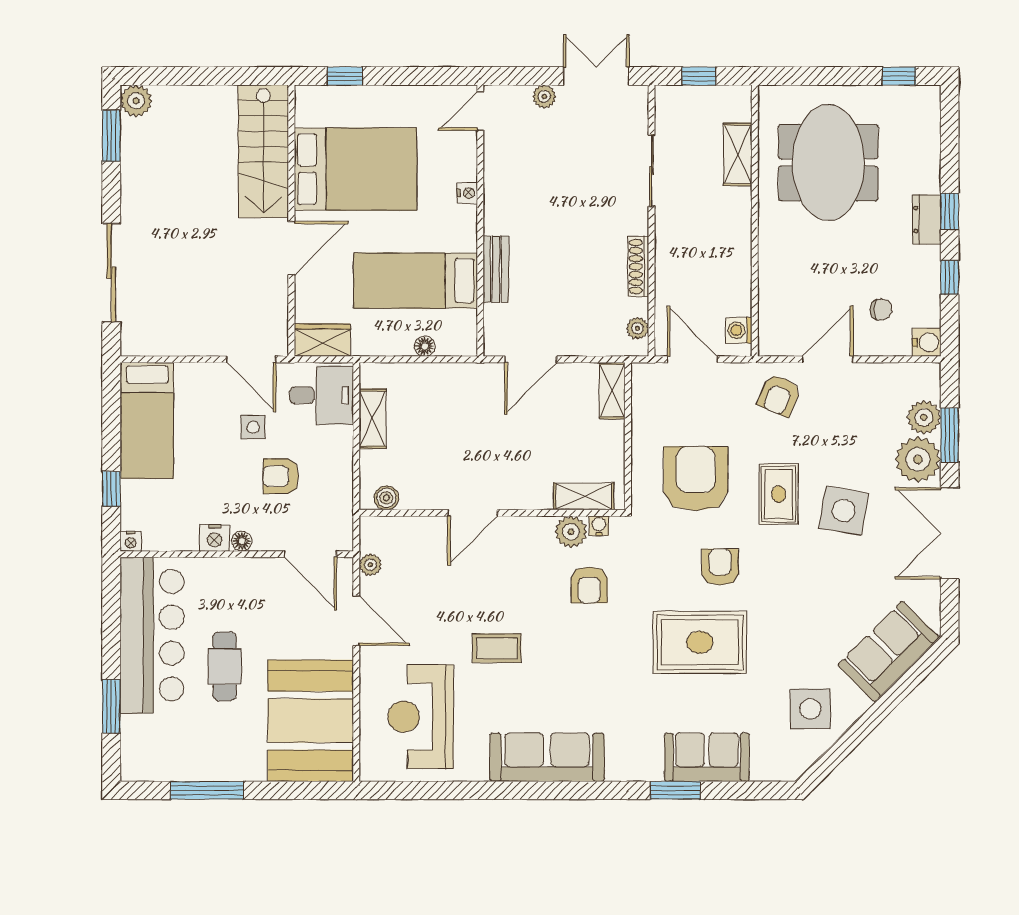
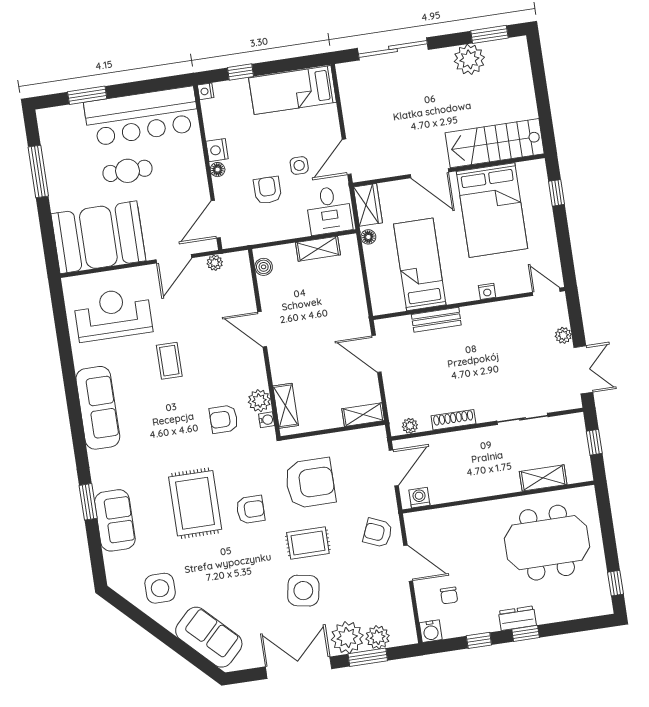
plant: (136, 101) -> (469, 59), moved, width x1.36, depth x1.36
floor lamp: (425, 346) -> (368, 237), moved

